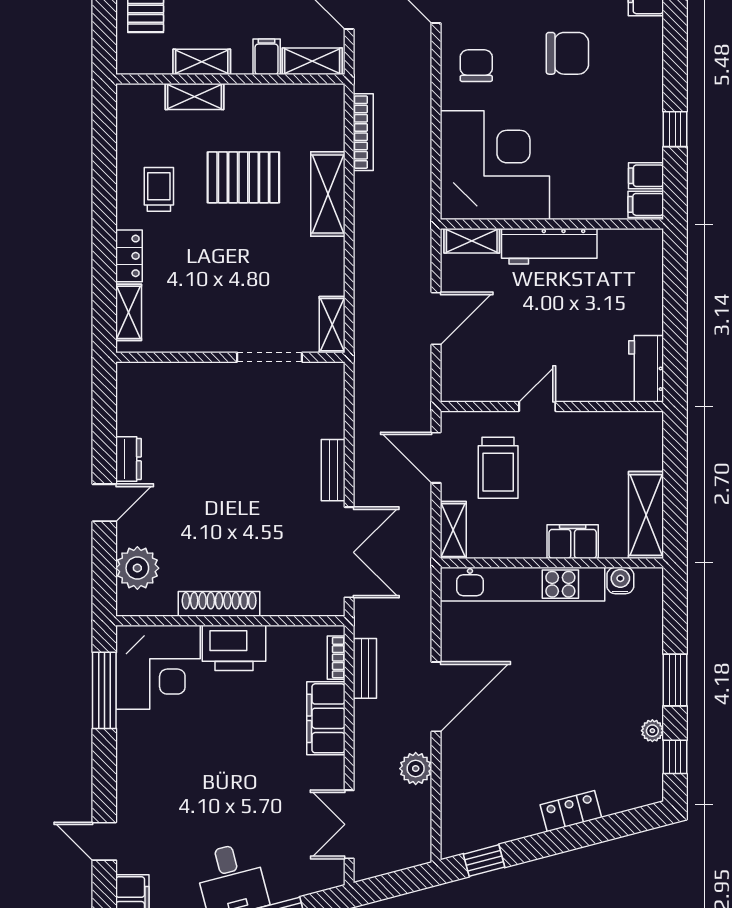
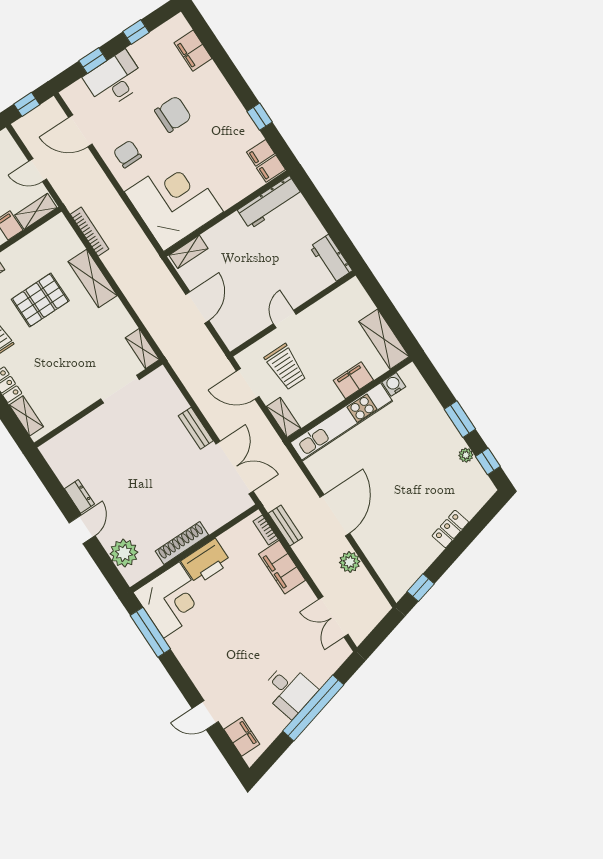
workbench: (549, 246) -> (270, 202), moved

